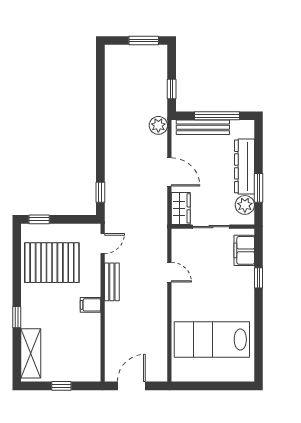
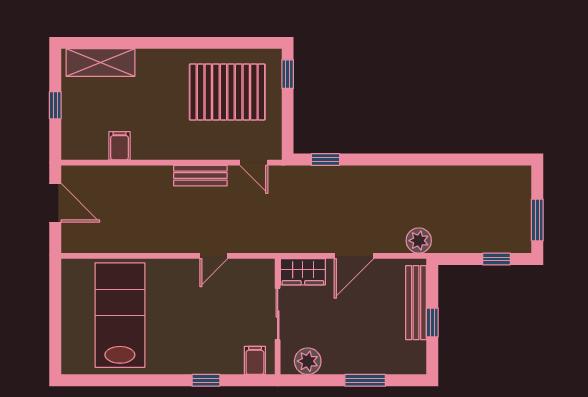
window: (172, 89) -> (497, 259), moved
window: (217, 116) -> (432, 322), width x0.46
dresser: (244, 166) -> (361, 361), removed
window: (259, 188) -> (365, 380), moved
filing cabinet: (244, 250) -> (255, 360), width x0.50
pallet: (52, 263) -> (227, 92), turned 90
filing cabinet: (90, 305) -> (119, 146), moved
window: (17, 317) -> (151, 43), removed

